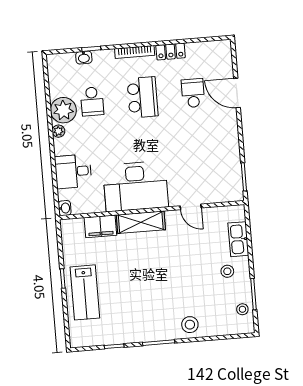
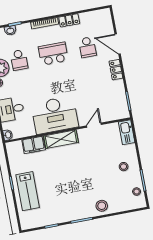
school desk: (193, 93) -> (87, 47), turned 180
school desk: (143, 97) -> (53, 54), turned -90
locker: (231, 130) -> (116, 70), added
door: (191, 207) -> (94, 125), swing flipped
kitchen sink: (238, 239) -> (127, 132), moved

